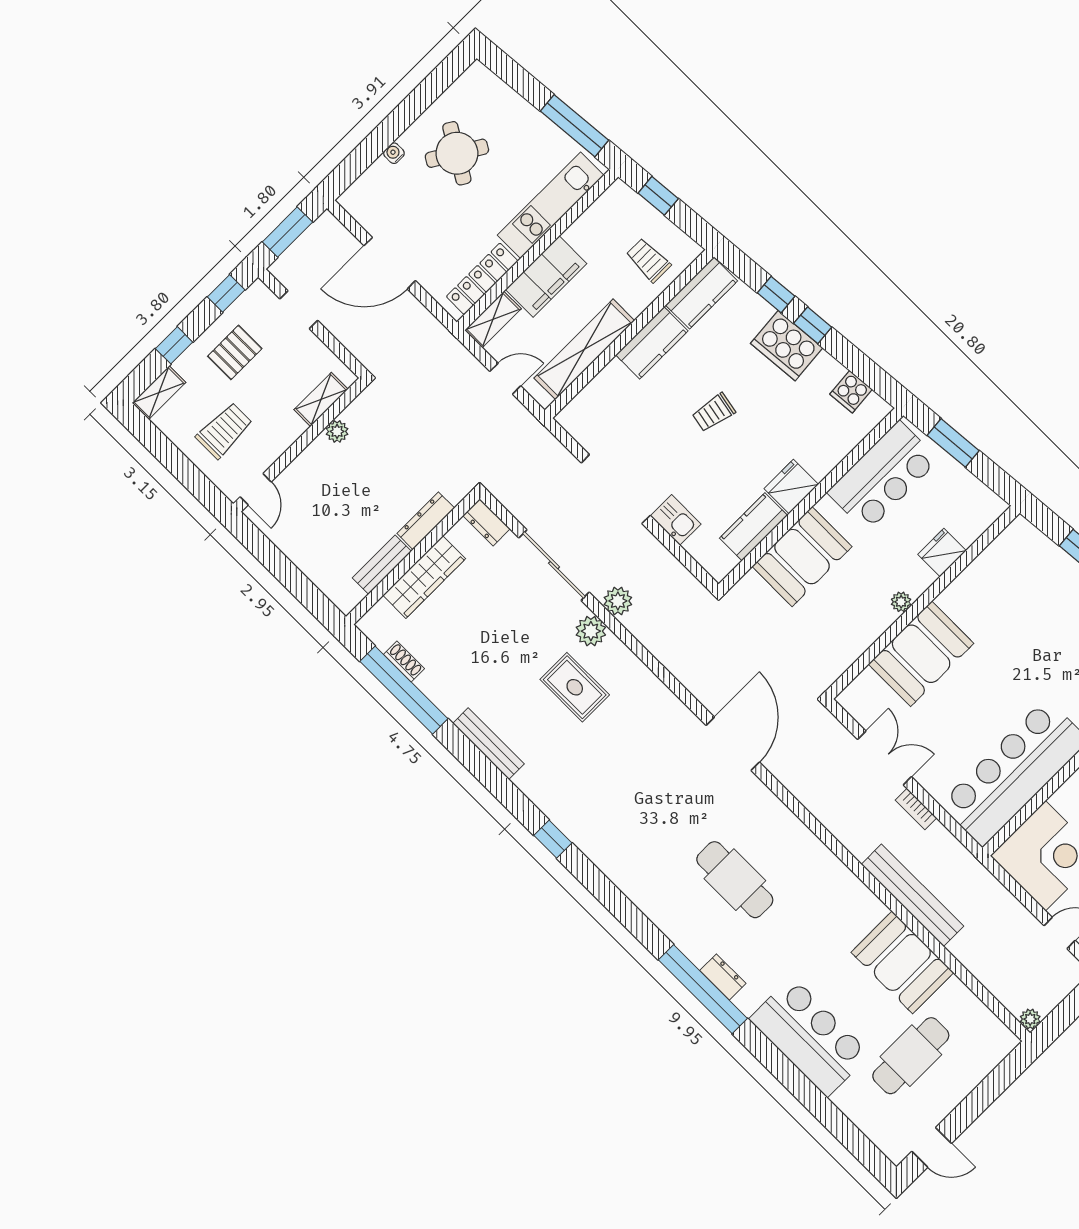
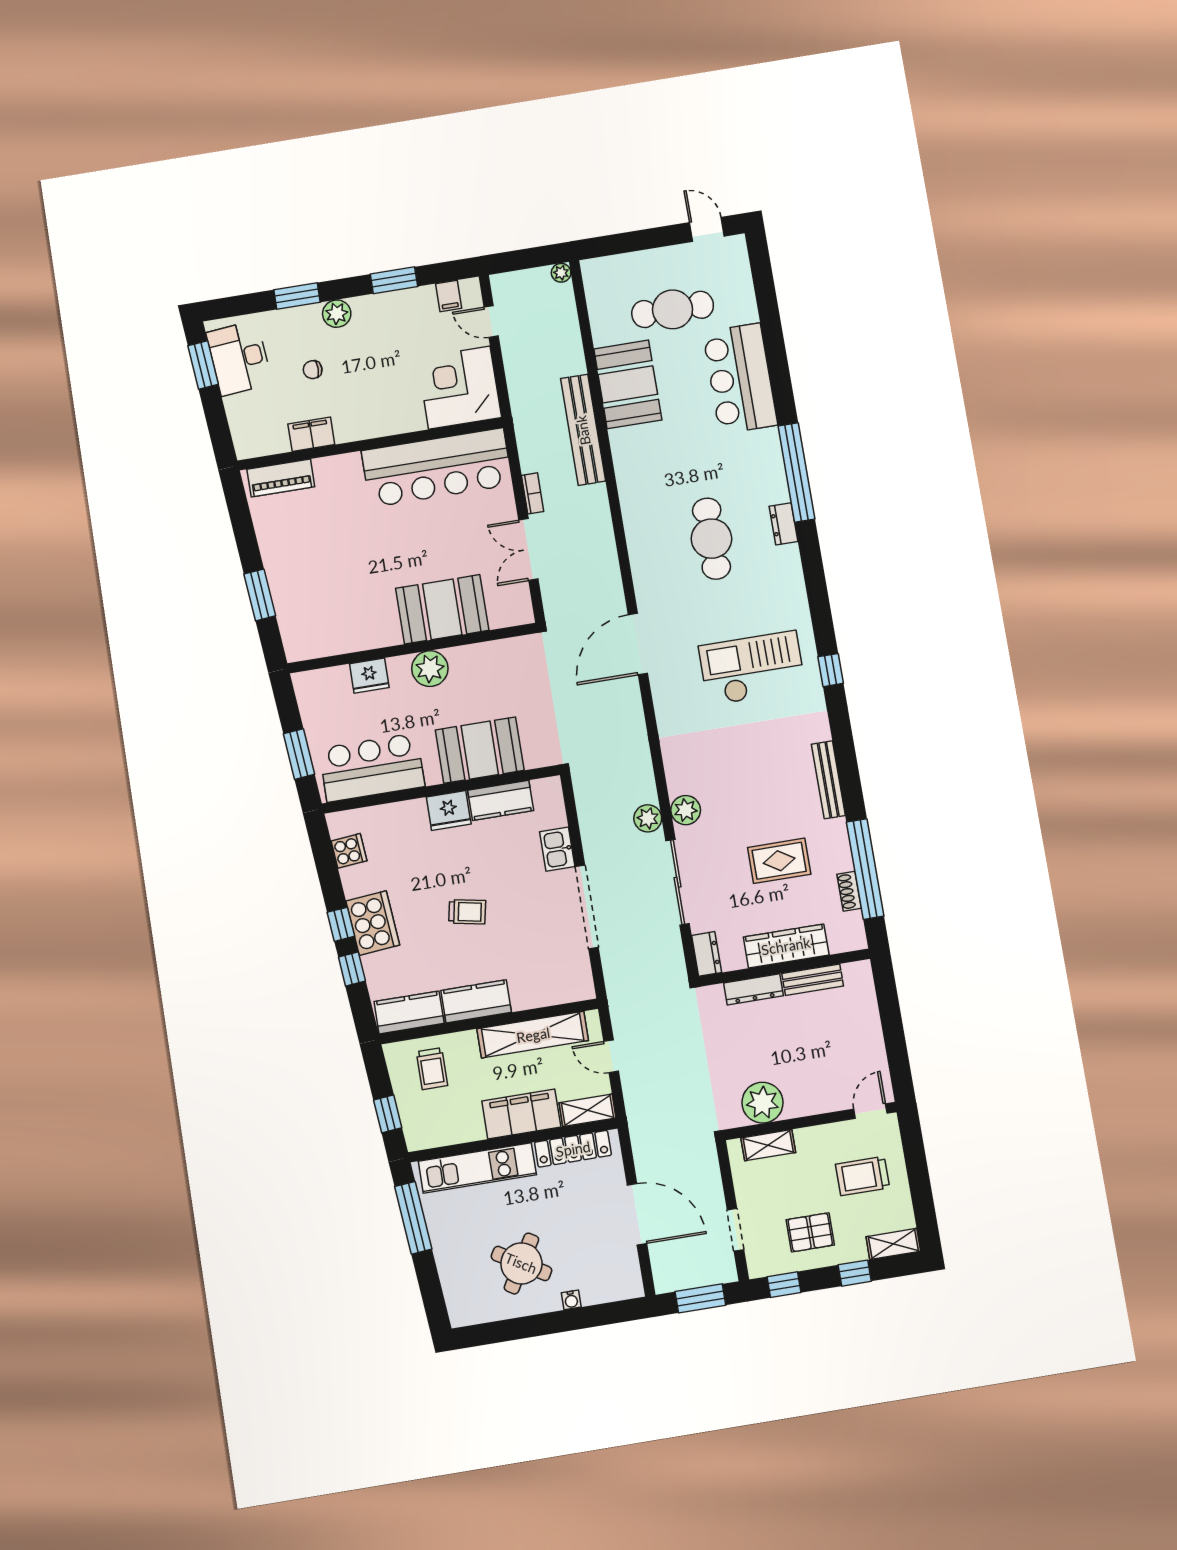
plant: (337, 431) -> (763, 1103), width x1.88, depth x1.88
plant: (901, 602) -> (430, 669), width x1.88, depth x1.88
rug: (575, 687) -> (779, 861), moved, turned 90
checkout: (621, 793) -> (752, 668), added
dresser: (723, 977) -> (784, 524), moved

